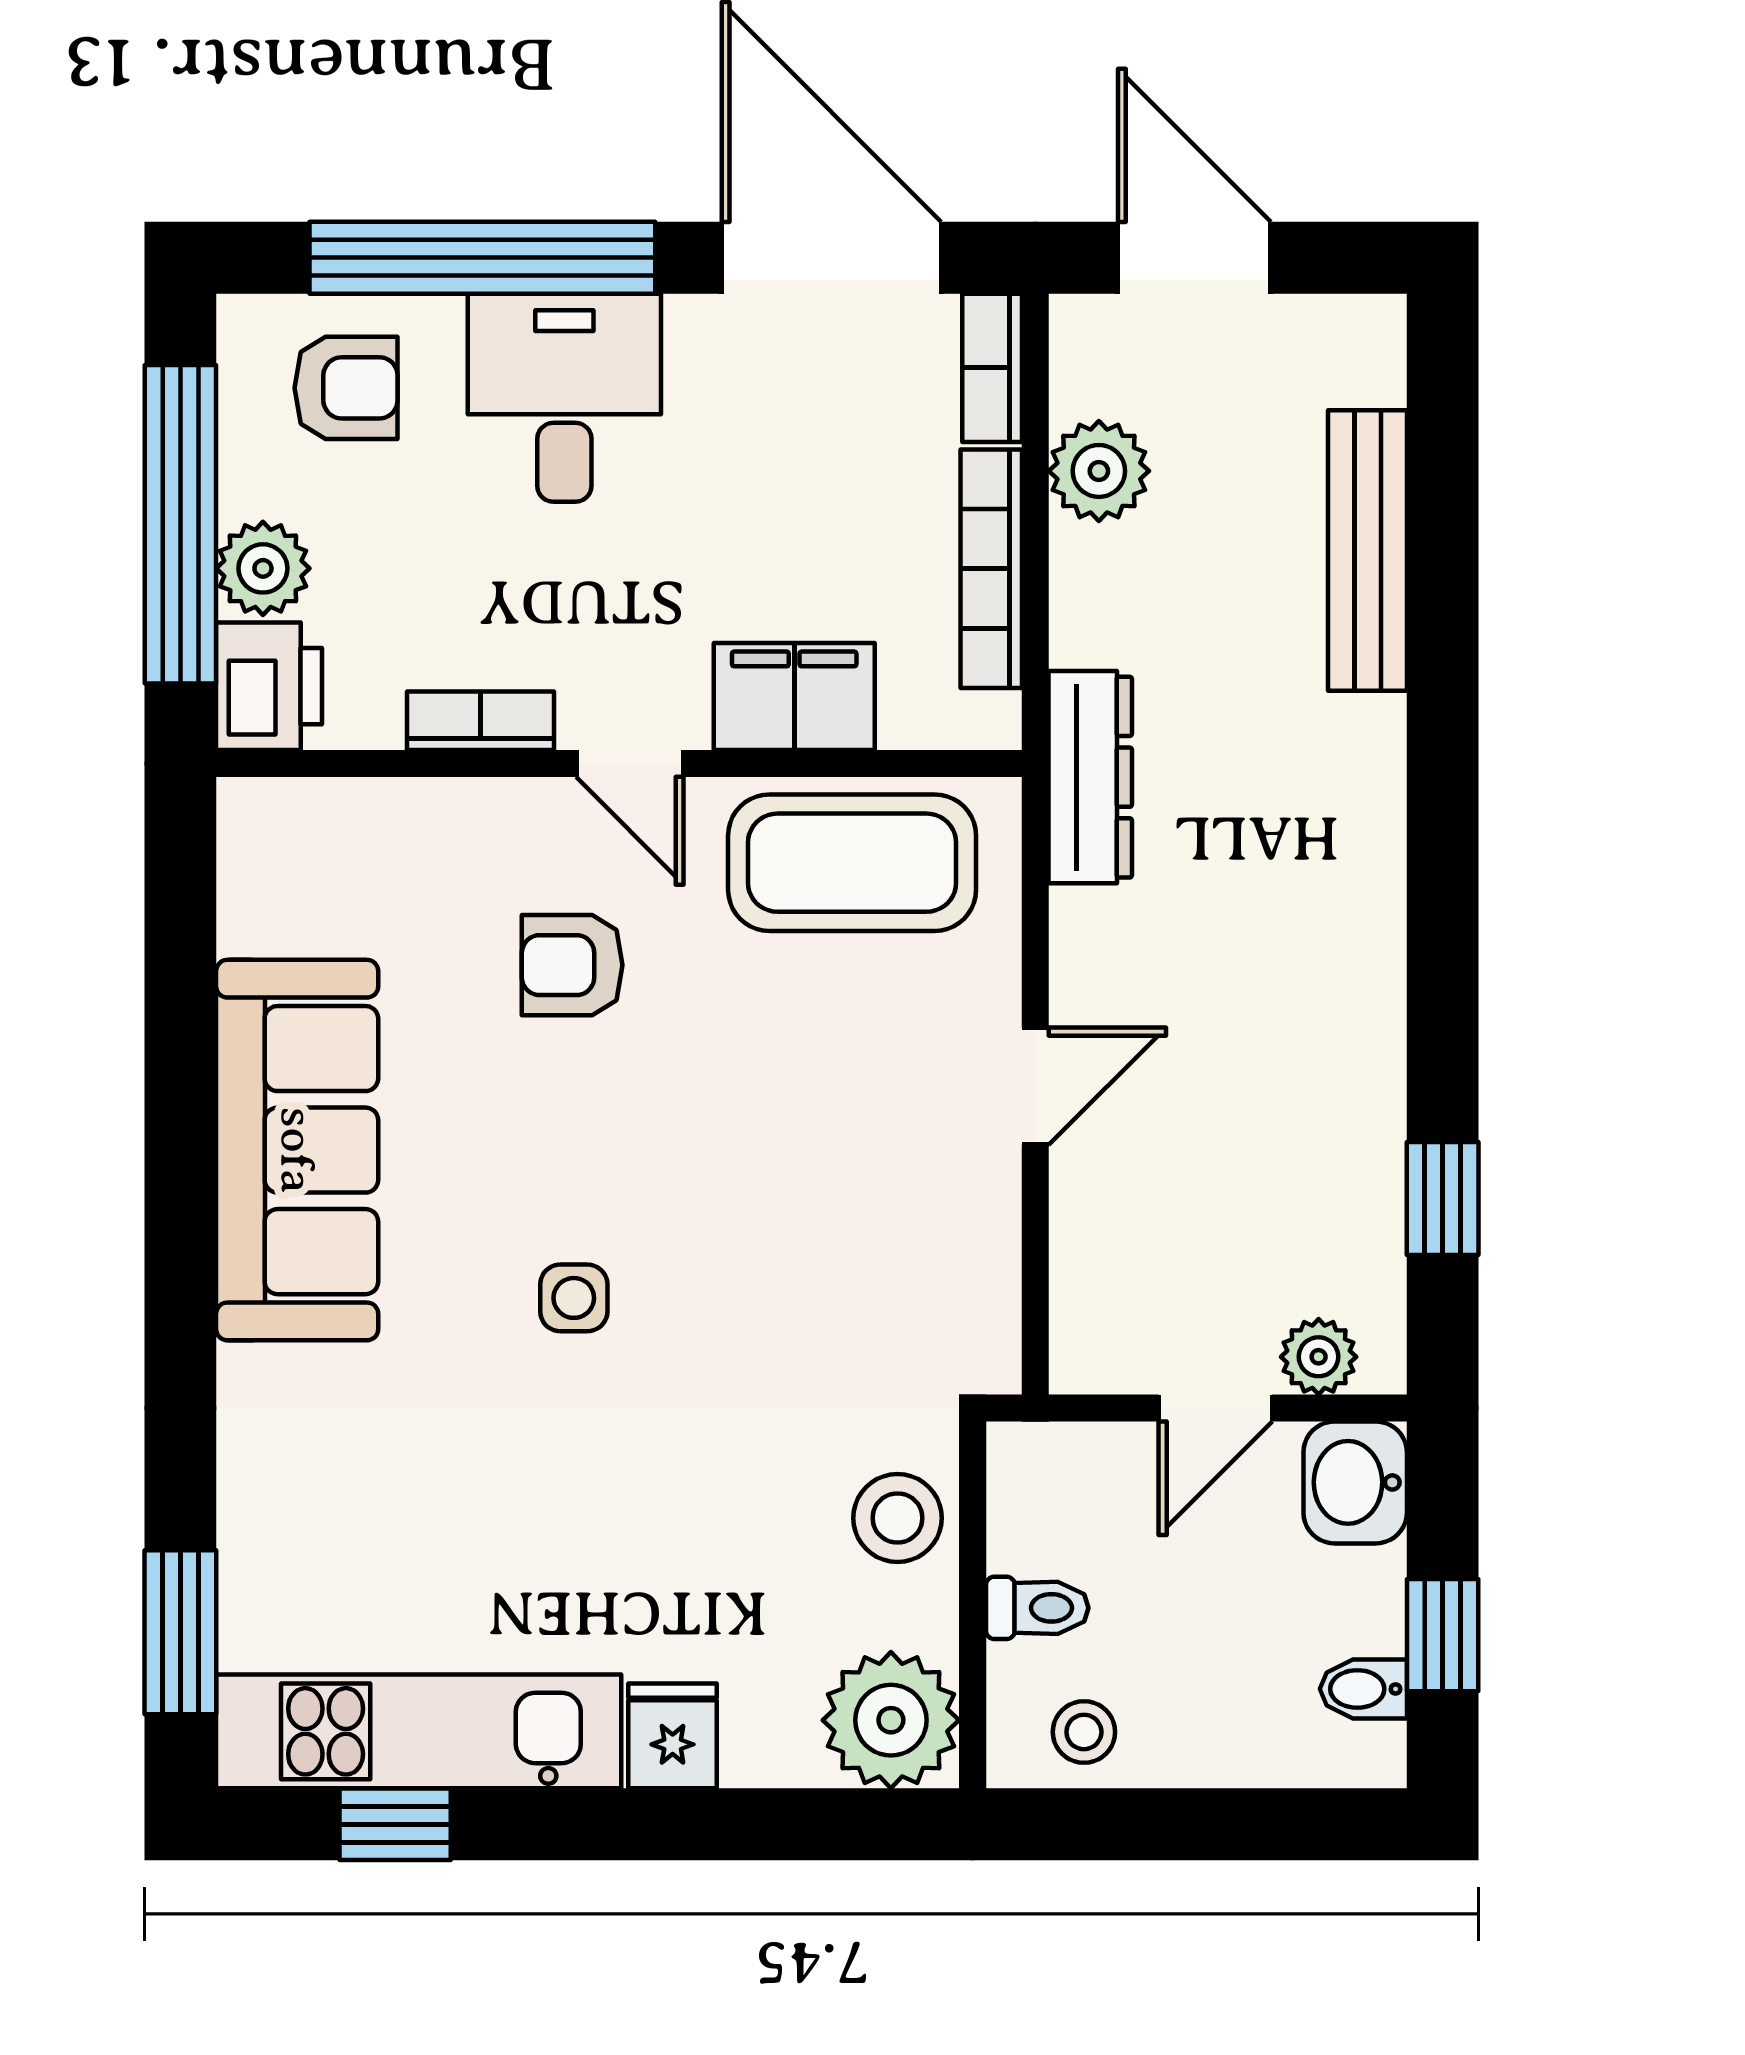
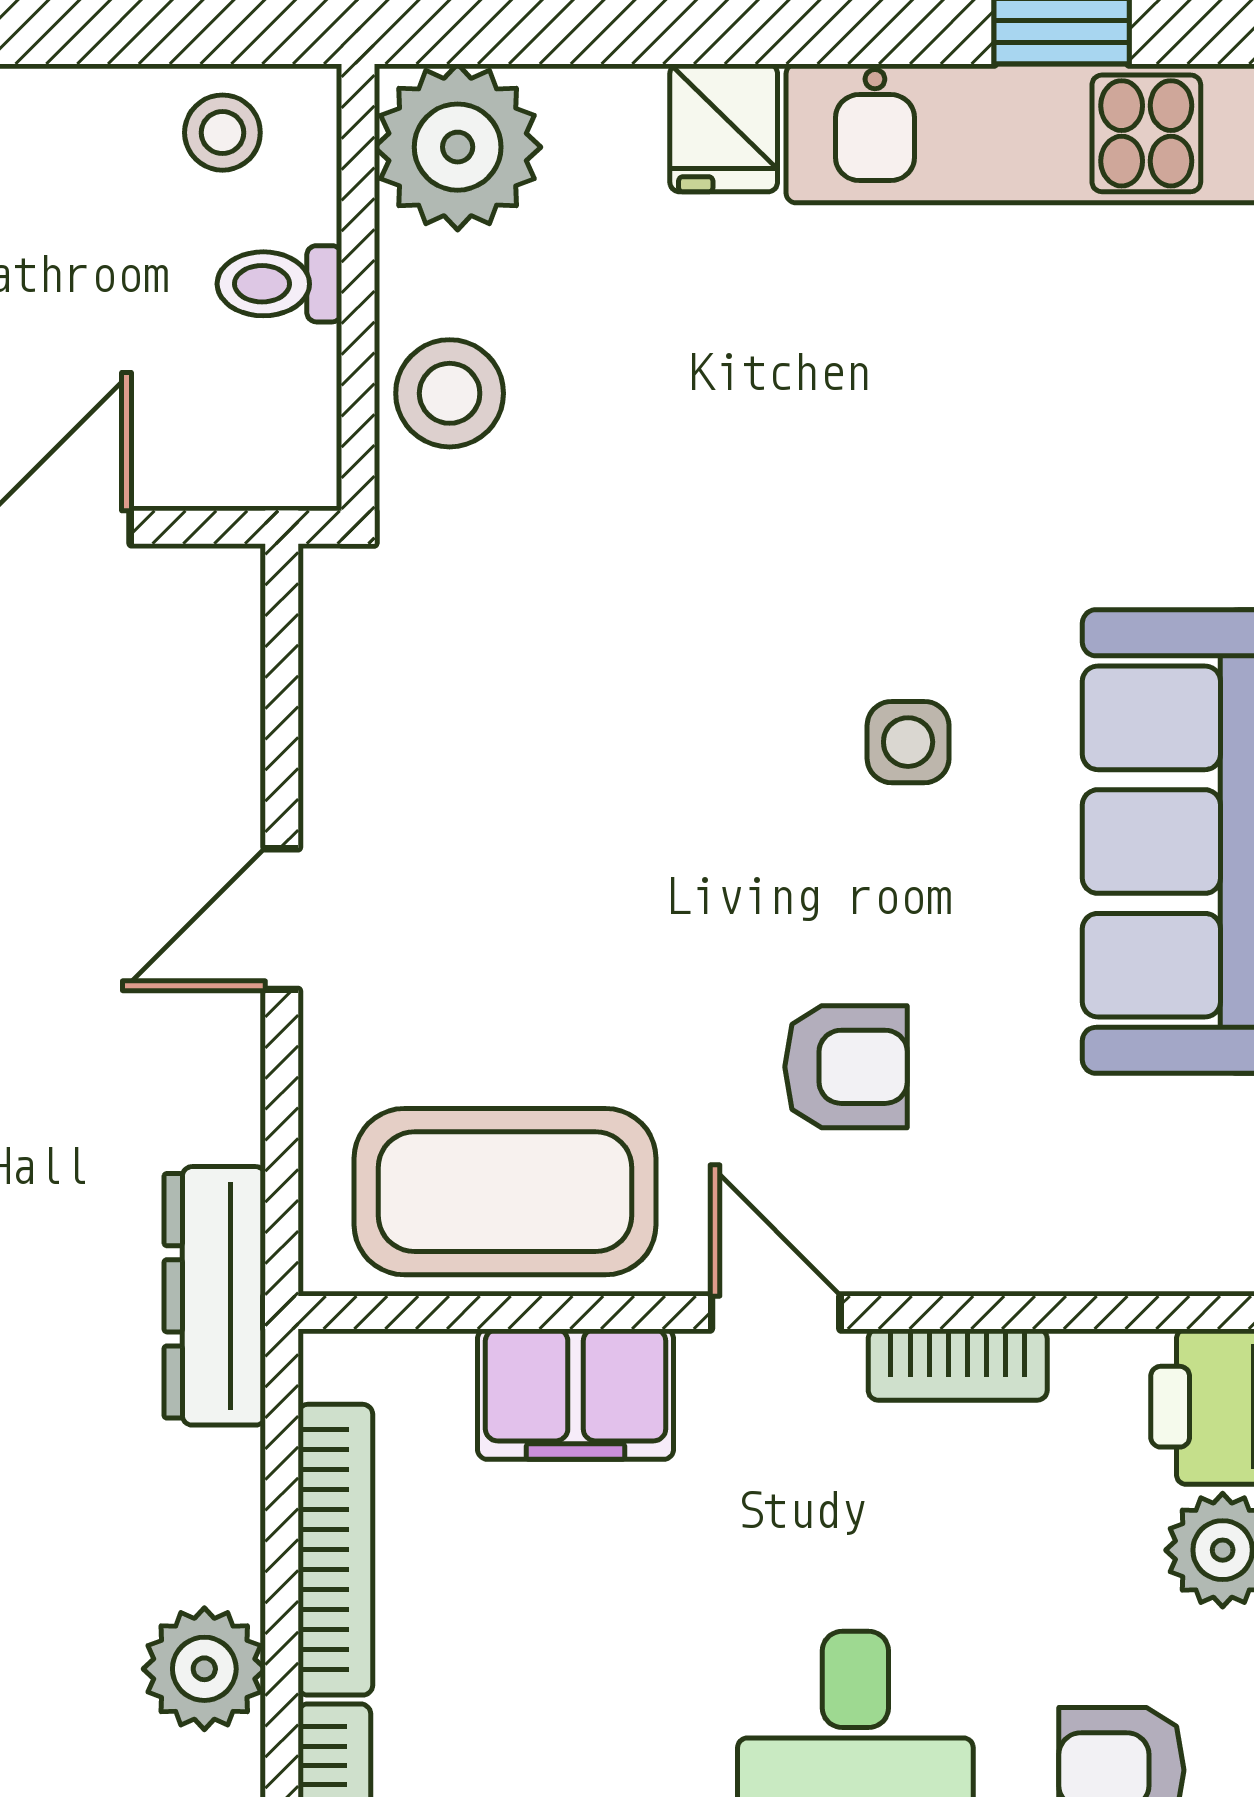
side table: (574, 1298) -> (908, 742), moved

